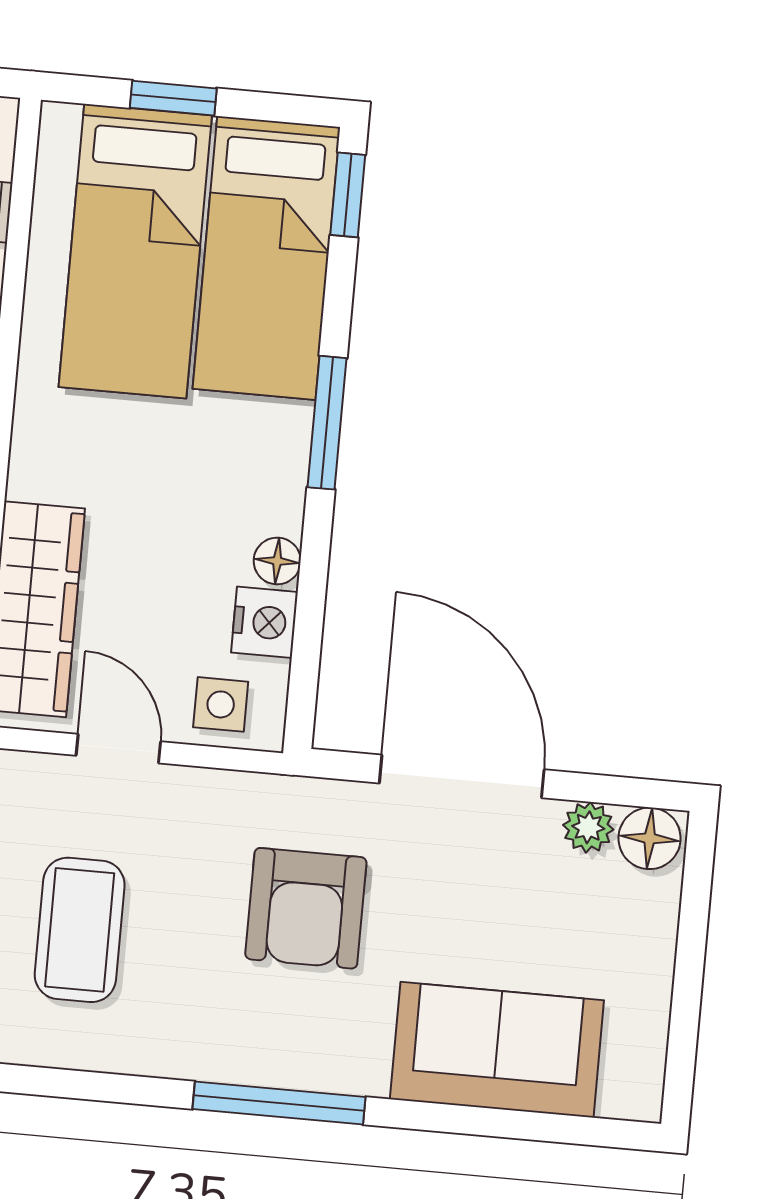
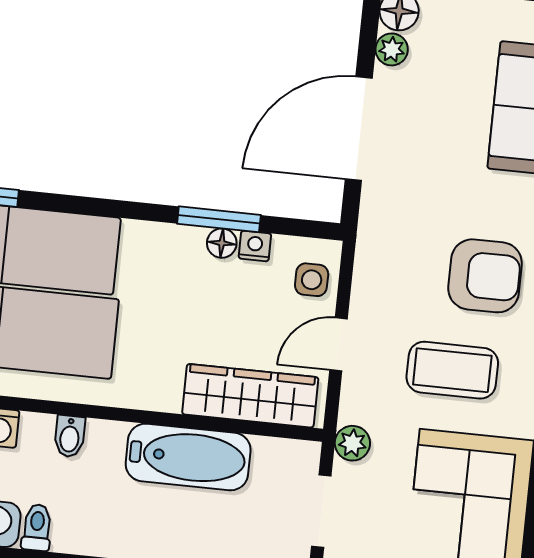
window: (327, 423) -> (219, 219), moved
nightstand: (264, 622) -> (255, 246), width x0.72, depth x0.74
armchair: (306, 908) -> (485, 276), moved

